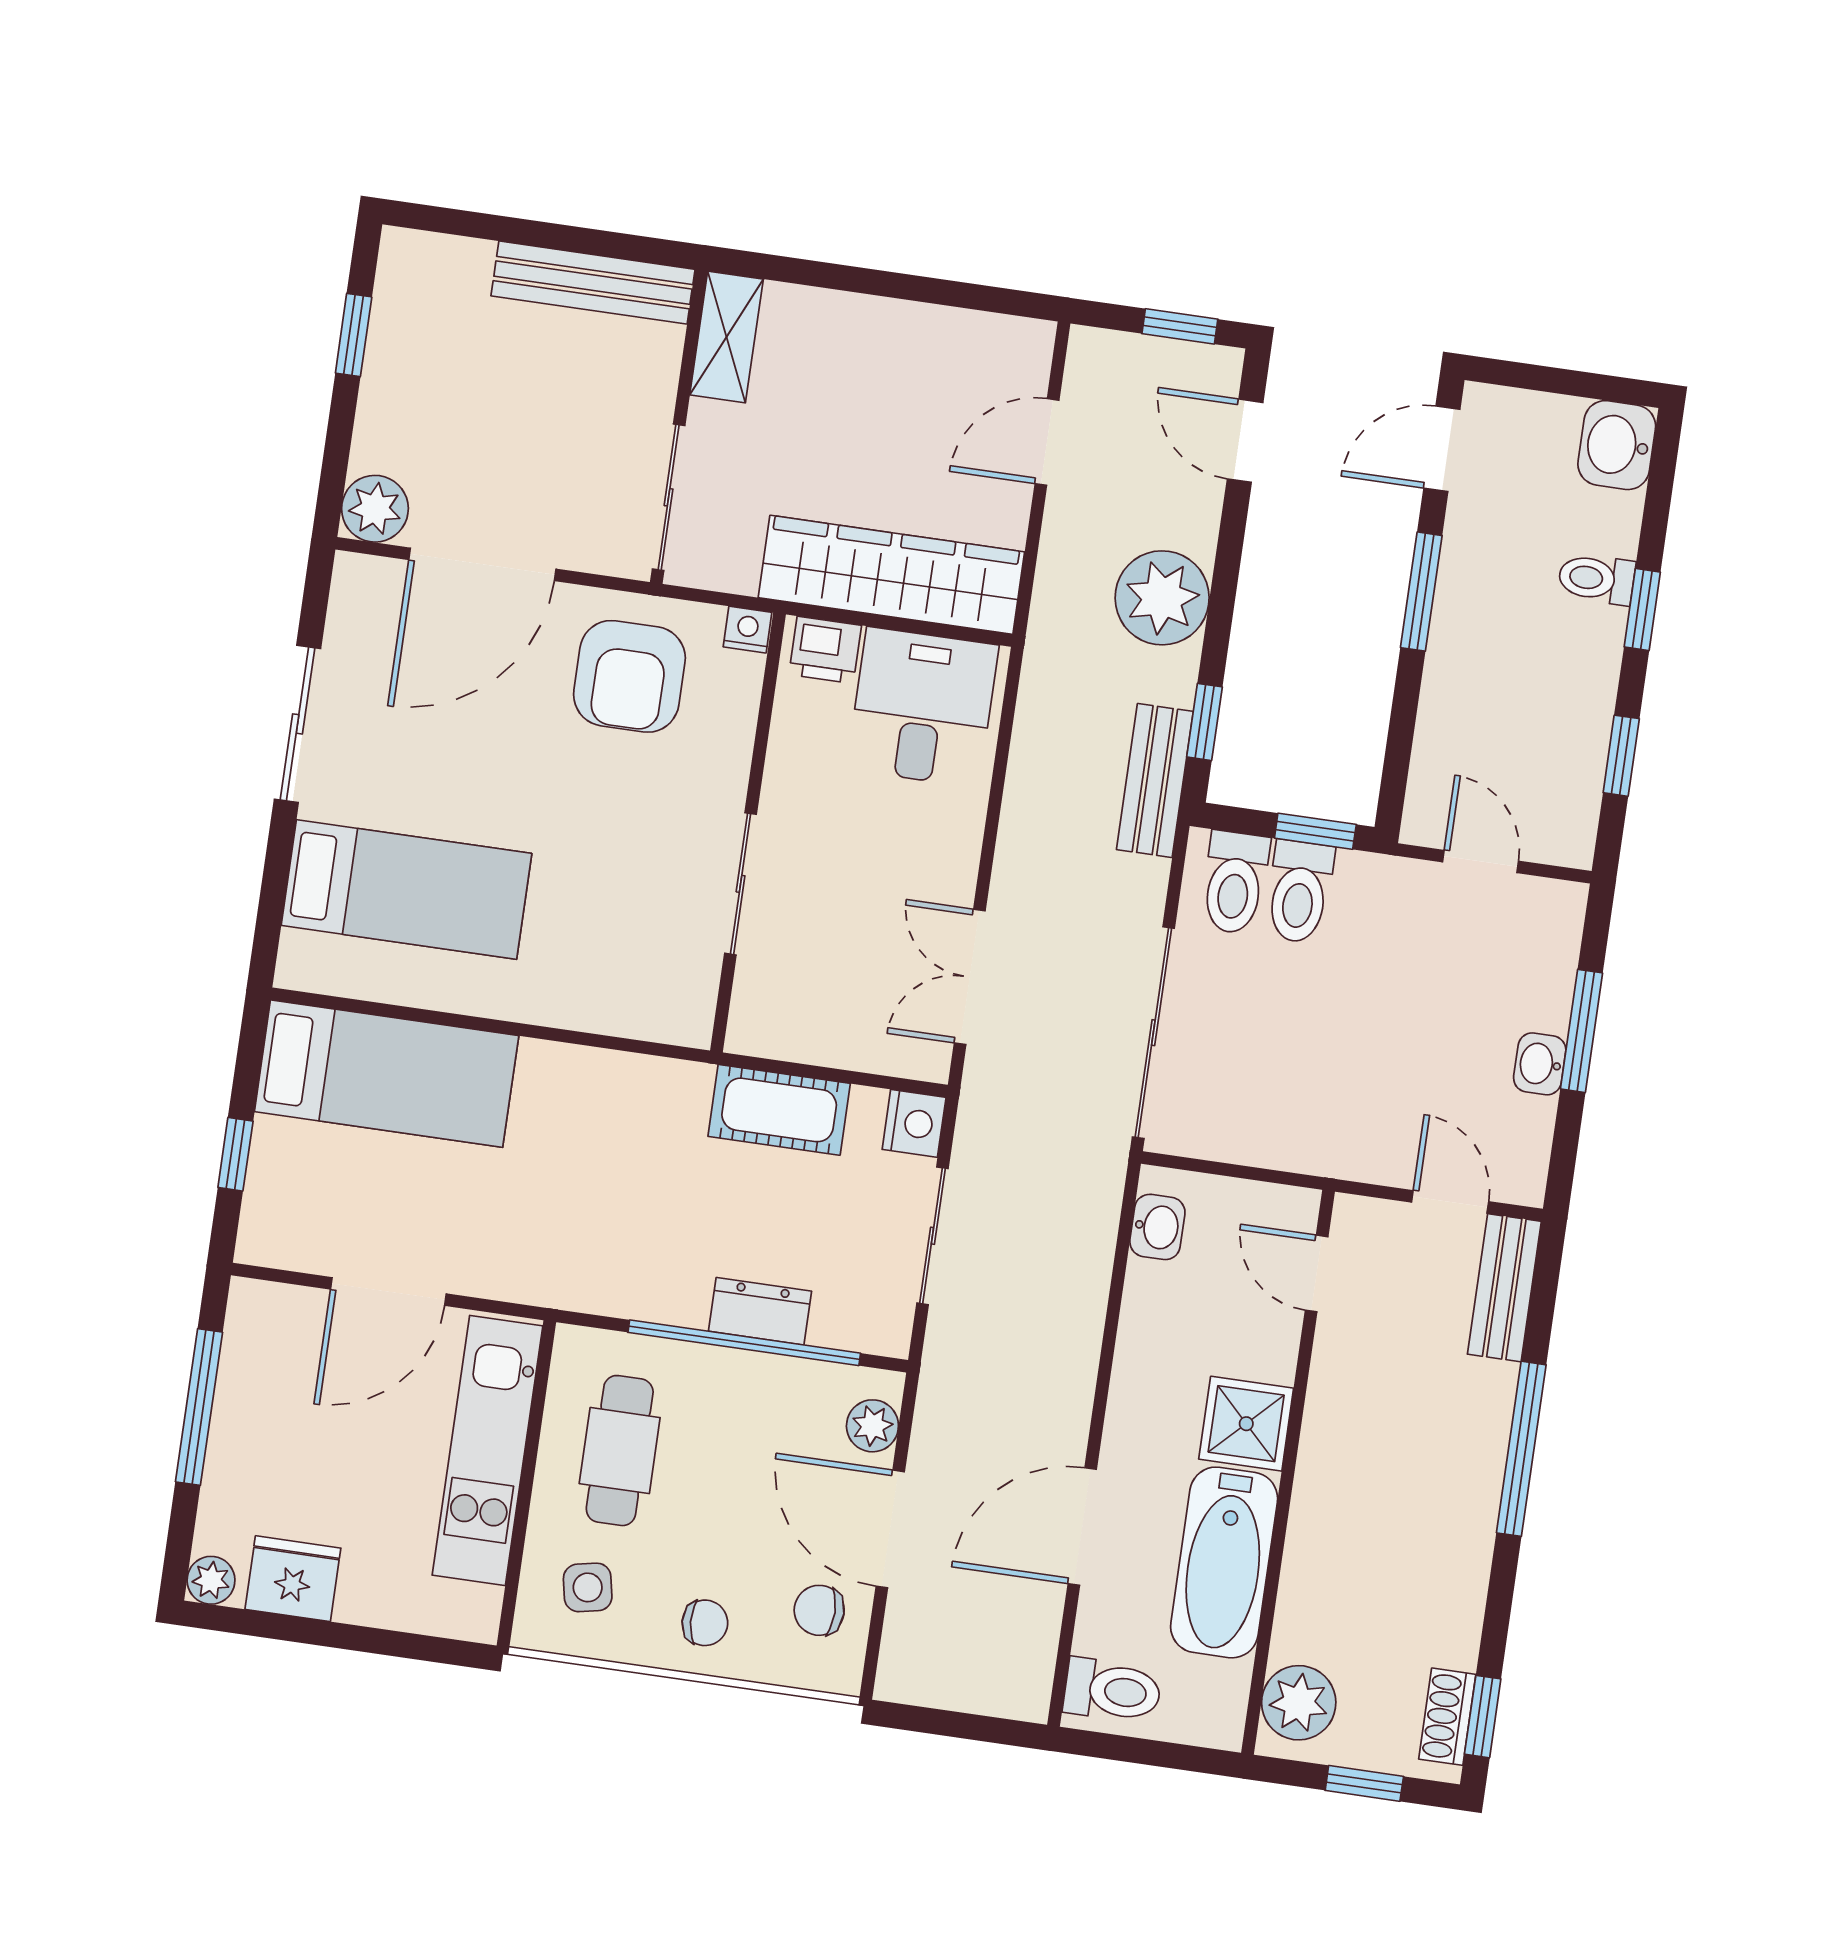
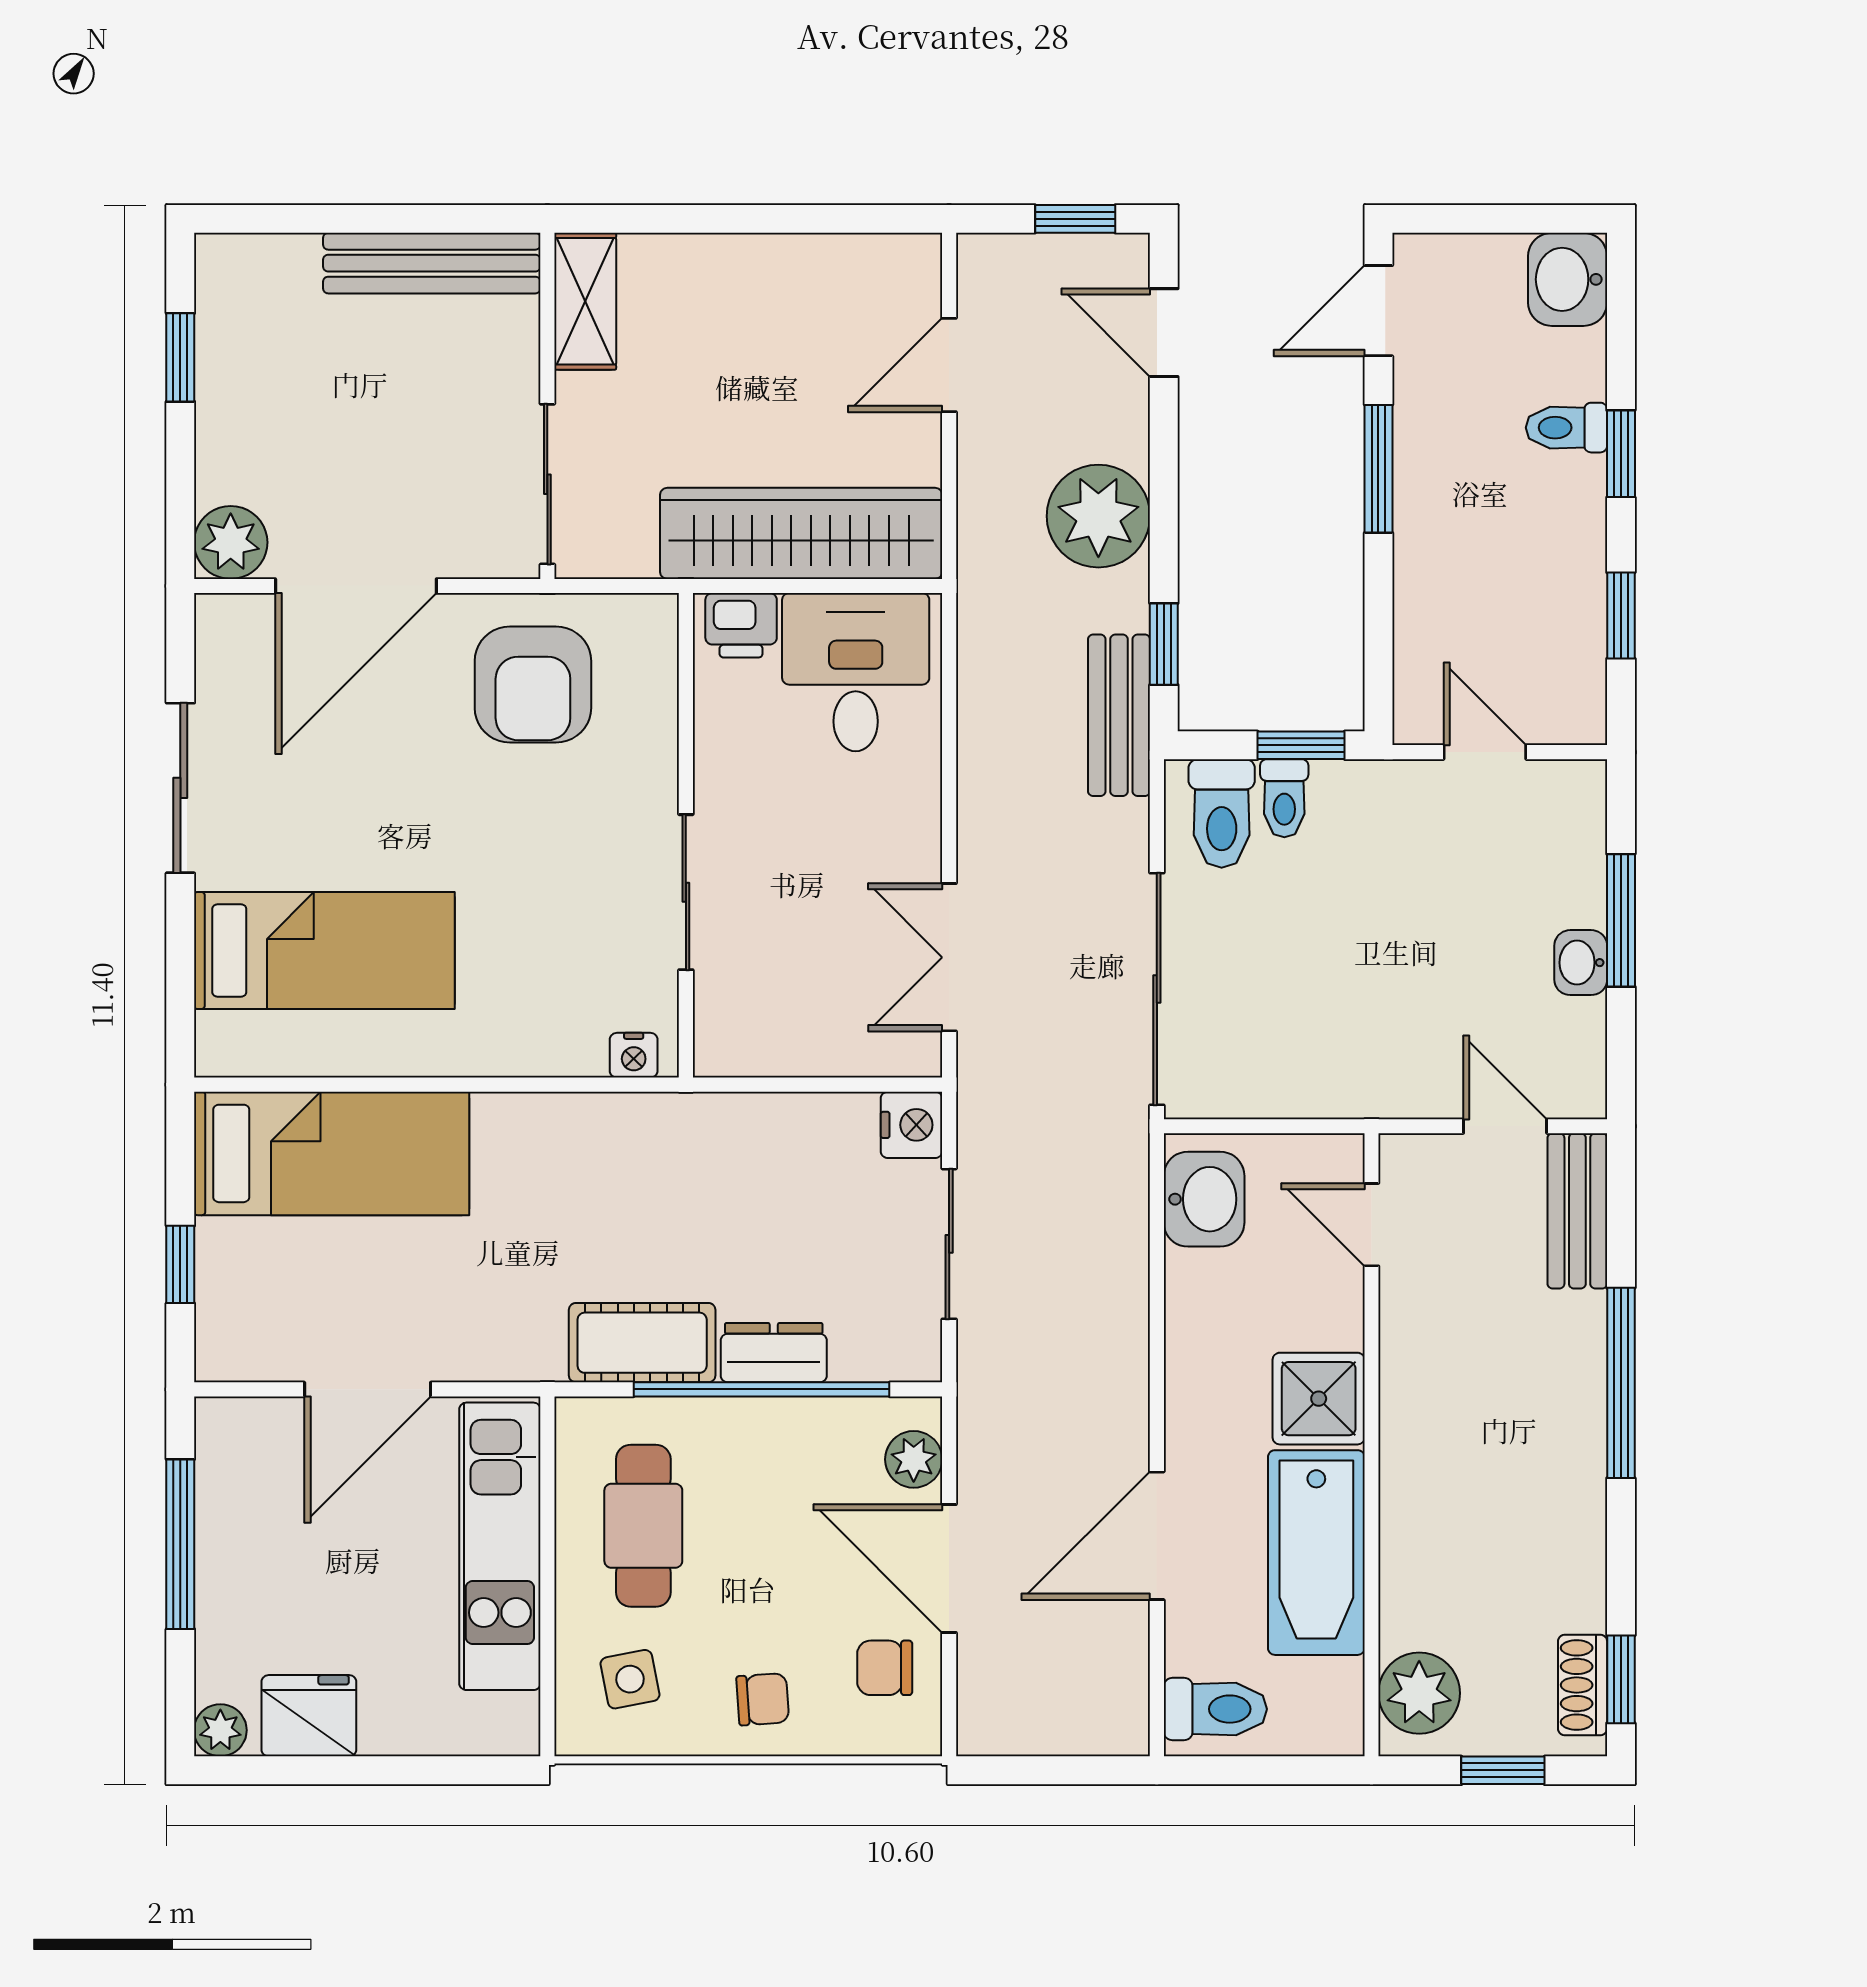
nightstand: (748, 630) -> (634, 1055), moved, turned 180
toilet: (1299, 892) -> (1284, 798), width x0.73, depth x0.72
cot: (779, 1110) -> (642, 1343), moved
washbasin: (1157, 1227) -> (1204, 1199), width x1.38, depth x1.45

